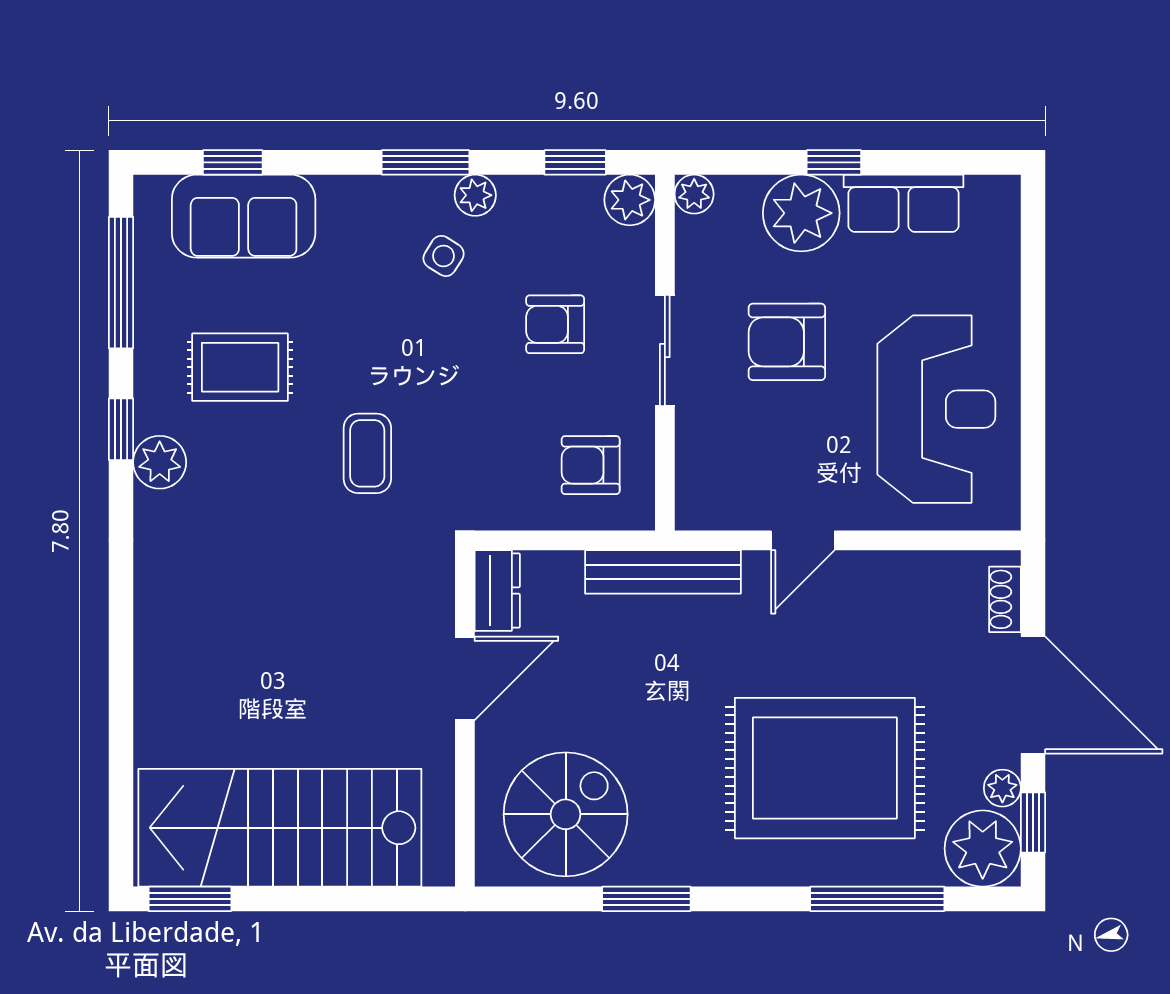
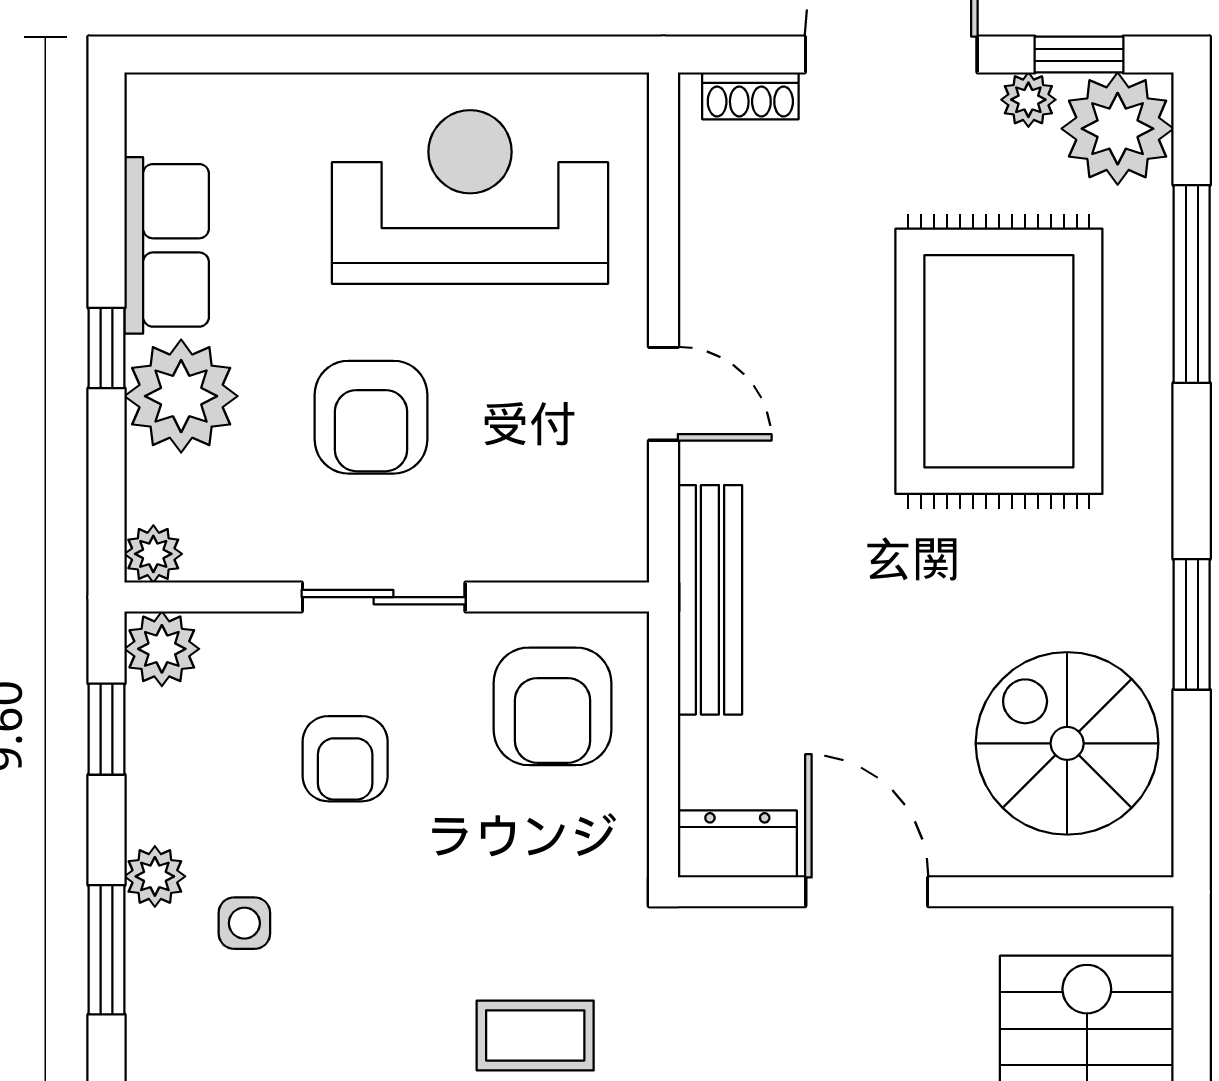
side table: (444, 256) -> (244, 923), turned -32
armchair: (591, 465) -> (552, 706), width x1.38, depth x1.38

